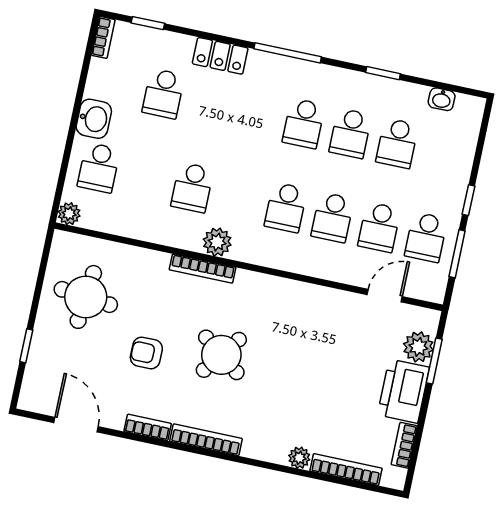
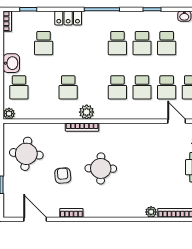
door: (385, 296) -> (177, 121), hinge flipped
armchair: (146, 353) -> (63, 176), turned 85
round table: (221, 355) -> (101, 168), turned -36
bookcase: (206, 440) -> (102, 213), removed

